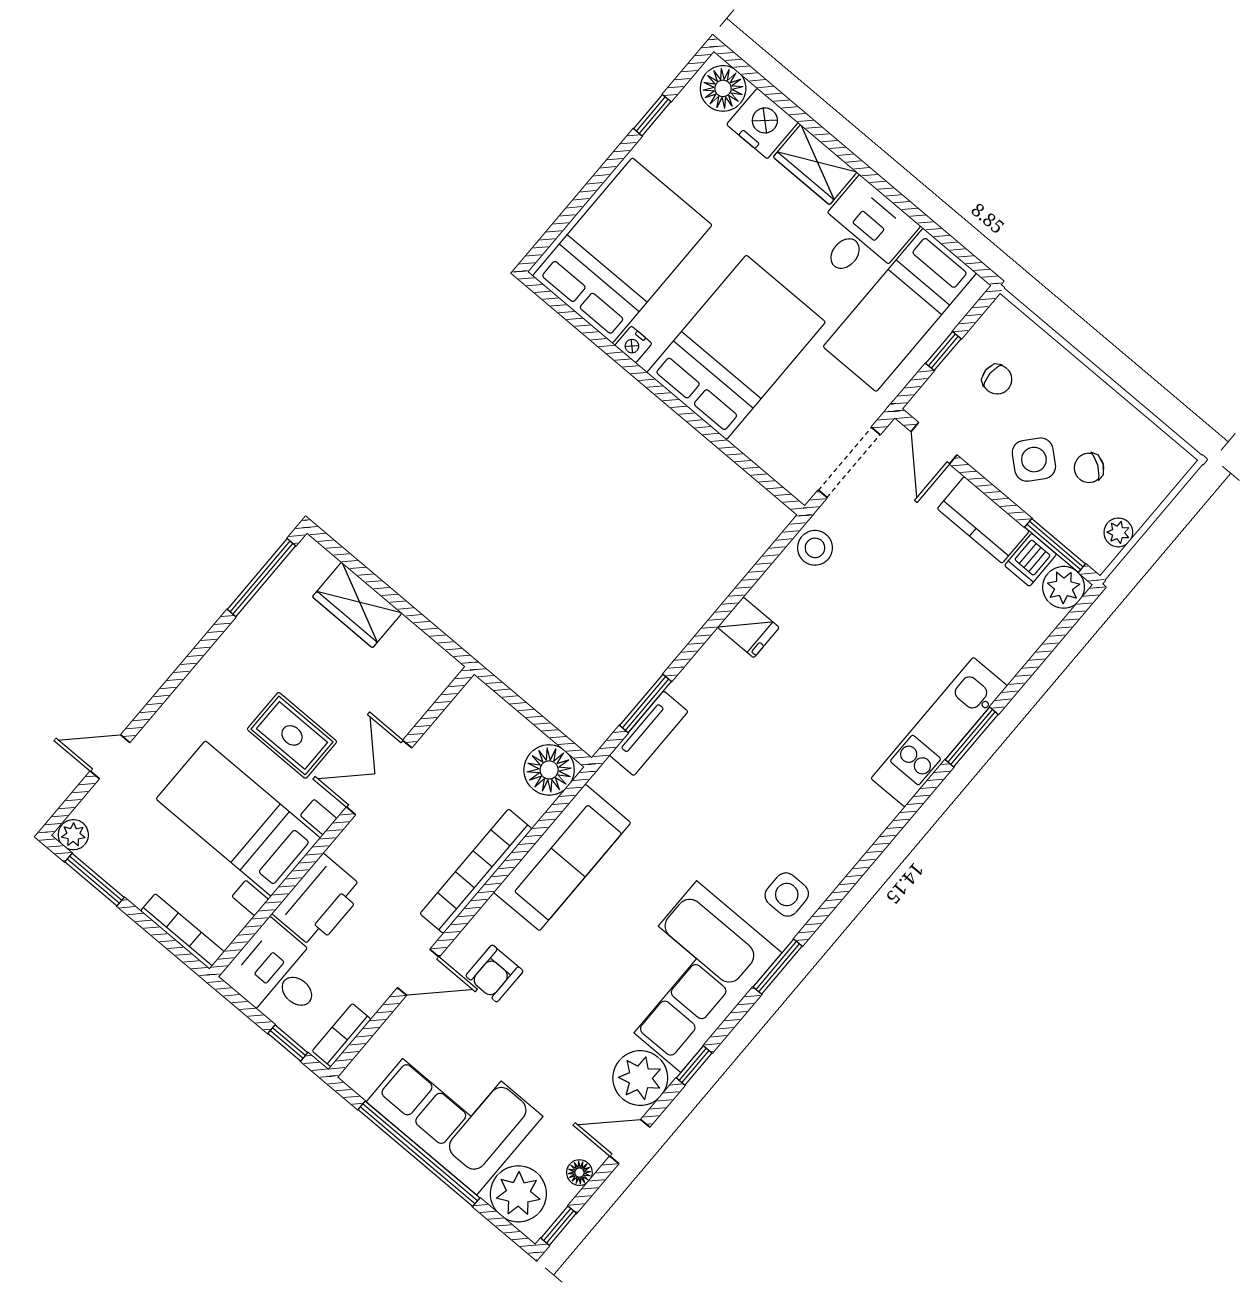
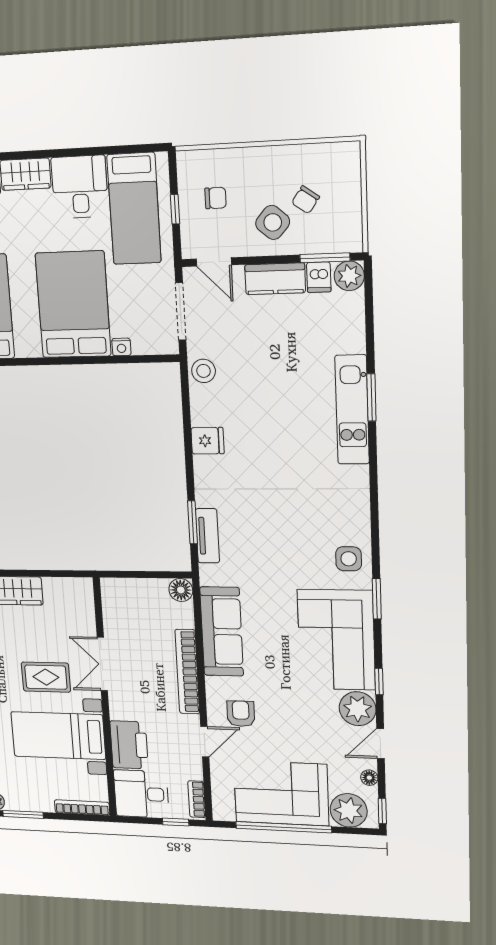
nightstand: (633, 344) -> (121, 347), moved
plant: (1118, 532) -> (352, 220), removed
floor lamp: (549, 770) -> (181, 590), width x0.73, depth x0.73
armchair: (494, 973) -> (241, 714), turned 180

